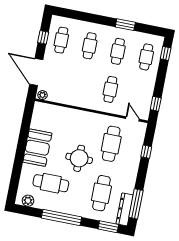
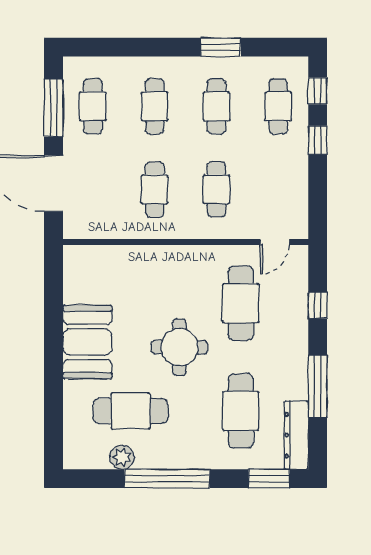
window: (43, 37) -> (54, 108), width x2.17
cafe table: (82, 84) -> (155, 189), added
plant: (43, 95) -> (76, 229), removed
window: (156, 104) -> (318, 140), moved
door: (132, 119) -> (275, 242), swing flipped
plant: (28, 201) -> (122, 457), moved
window: (136, 204) -> (318, 386), moved

